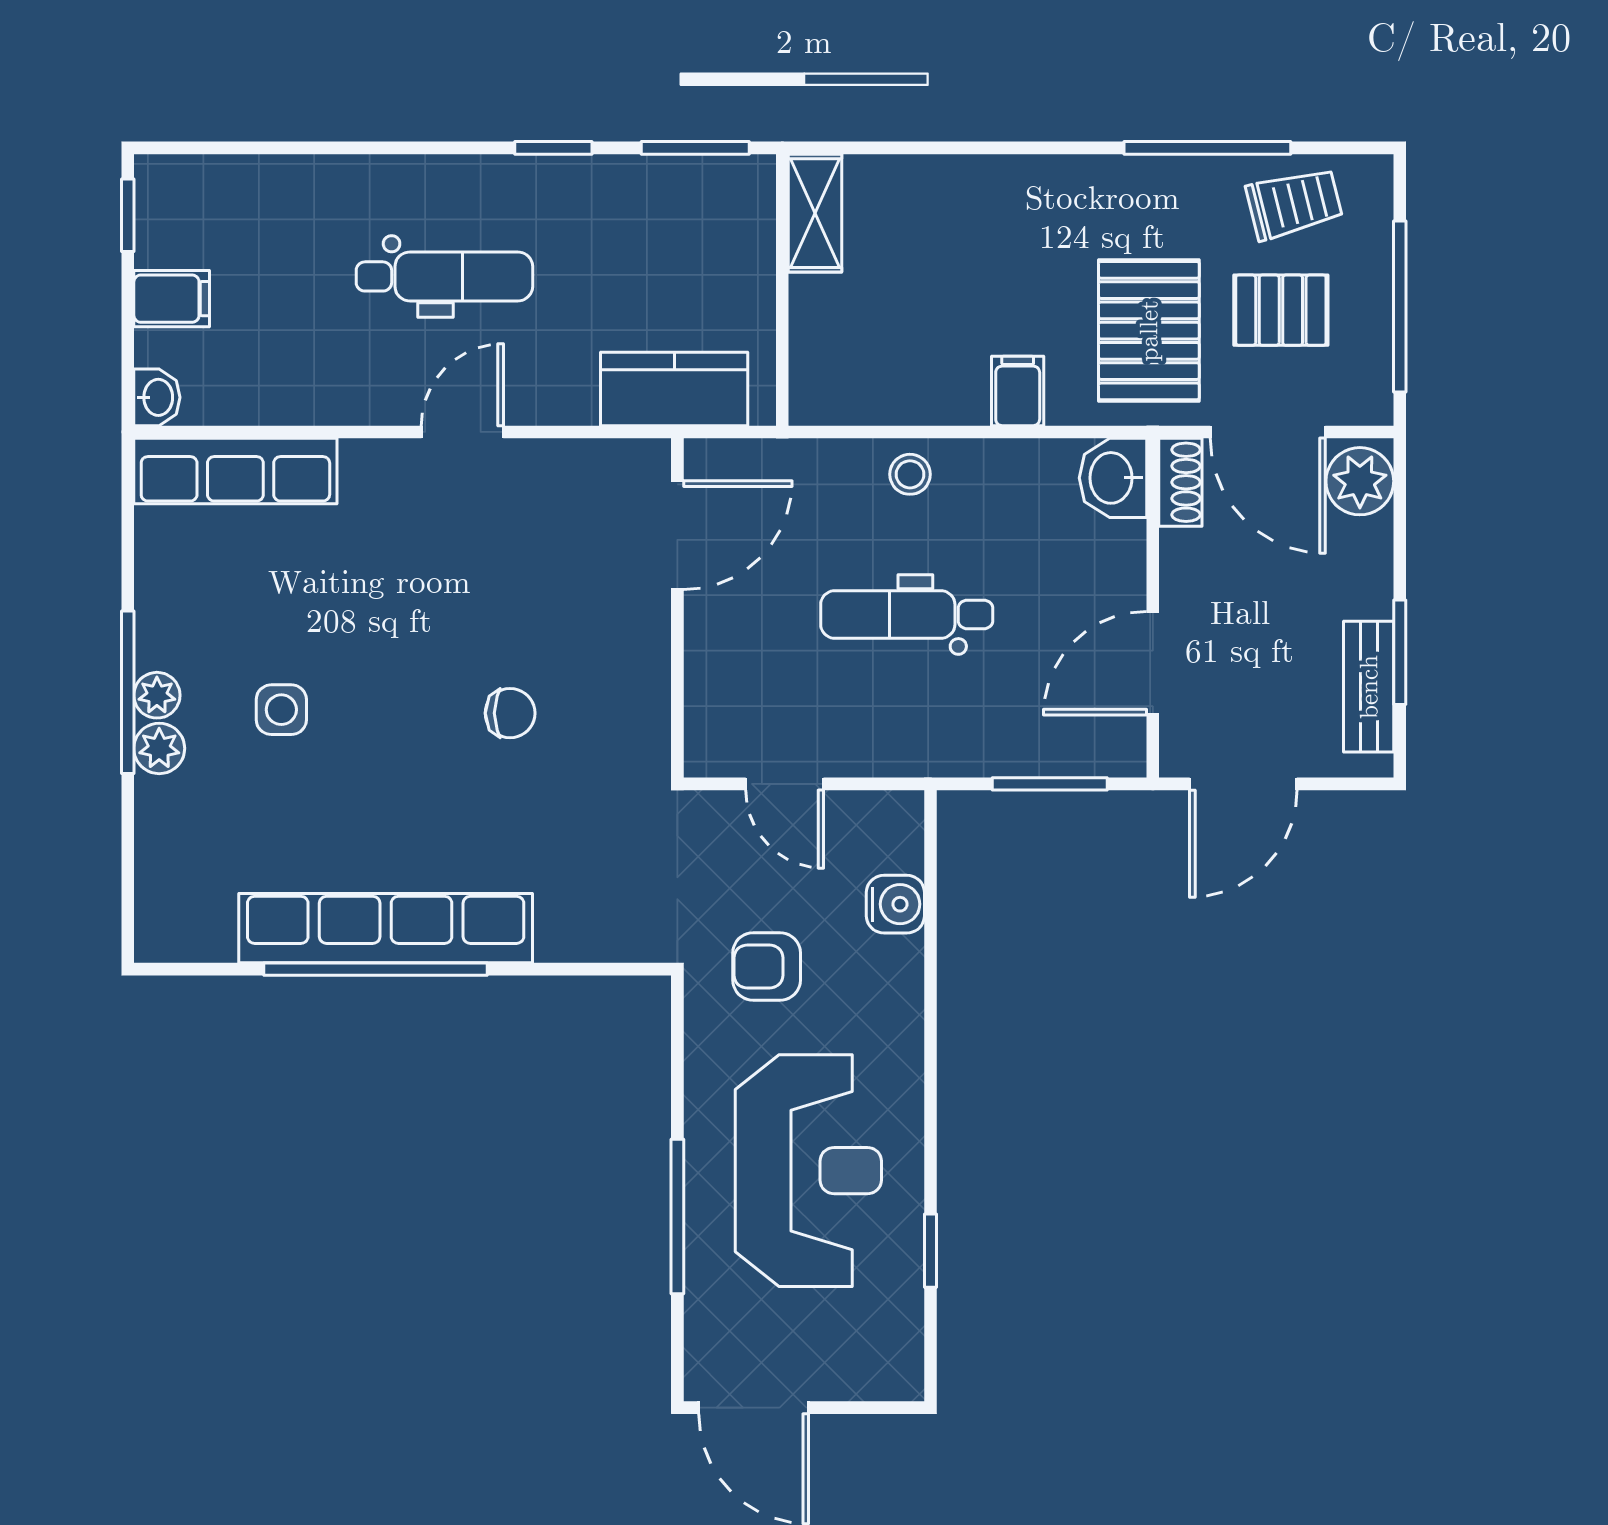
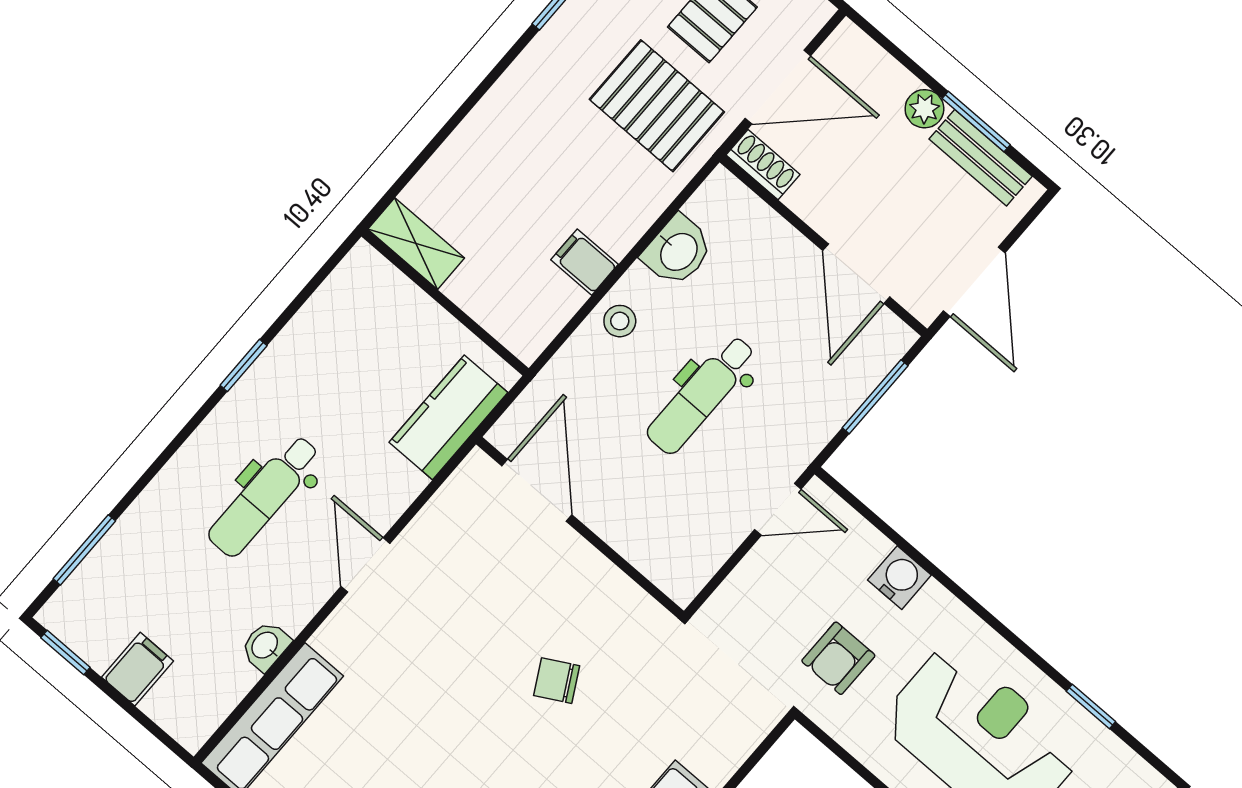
window: (695, 148) -> (84, 550), moved
dental chair: (444, 276) -> (264, 496), turned 180
filing cabinet: (1018, 391) -> (584, 262), moved
washbasin: (157, 397) -> (266, 646), moved, turned -90
washbasin: (1113, 478) -> (678, 251), moved, turned -90
plant: (1360, 481) -> (924, 109), moved, width x0.73, depth x0.73
chair: (510, 713) -> (557, 681), turned -119
door: (785, 784) -> (778, 509), moved
water cooler: (895, 904) -> (899, 578), moved

